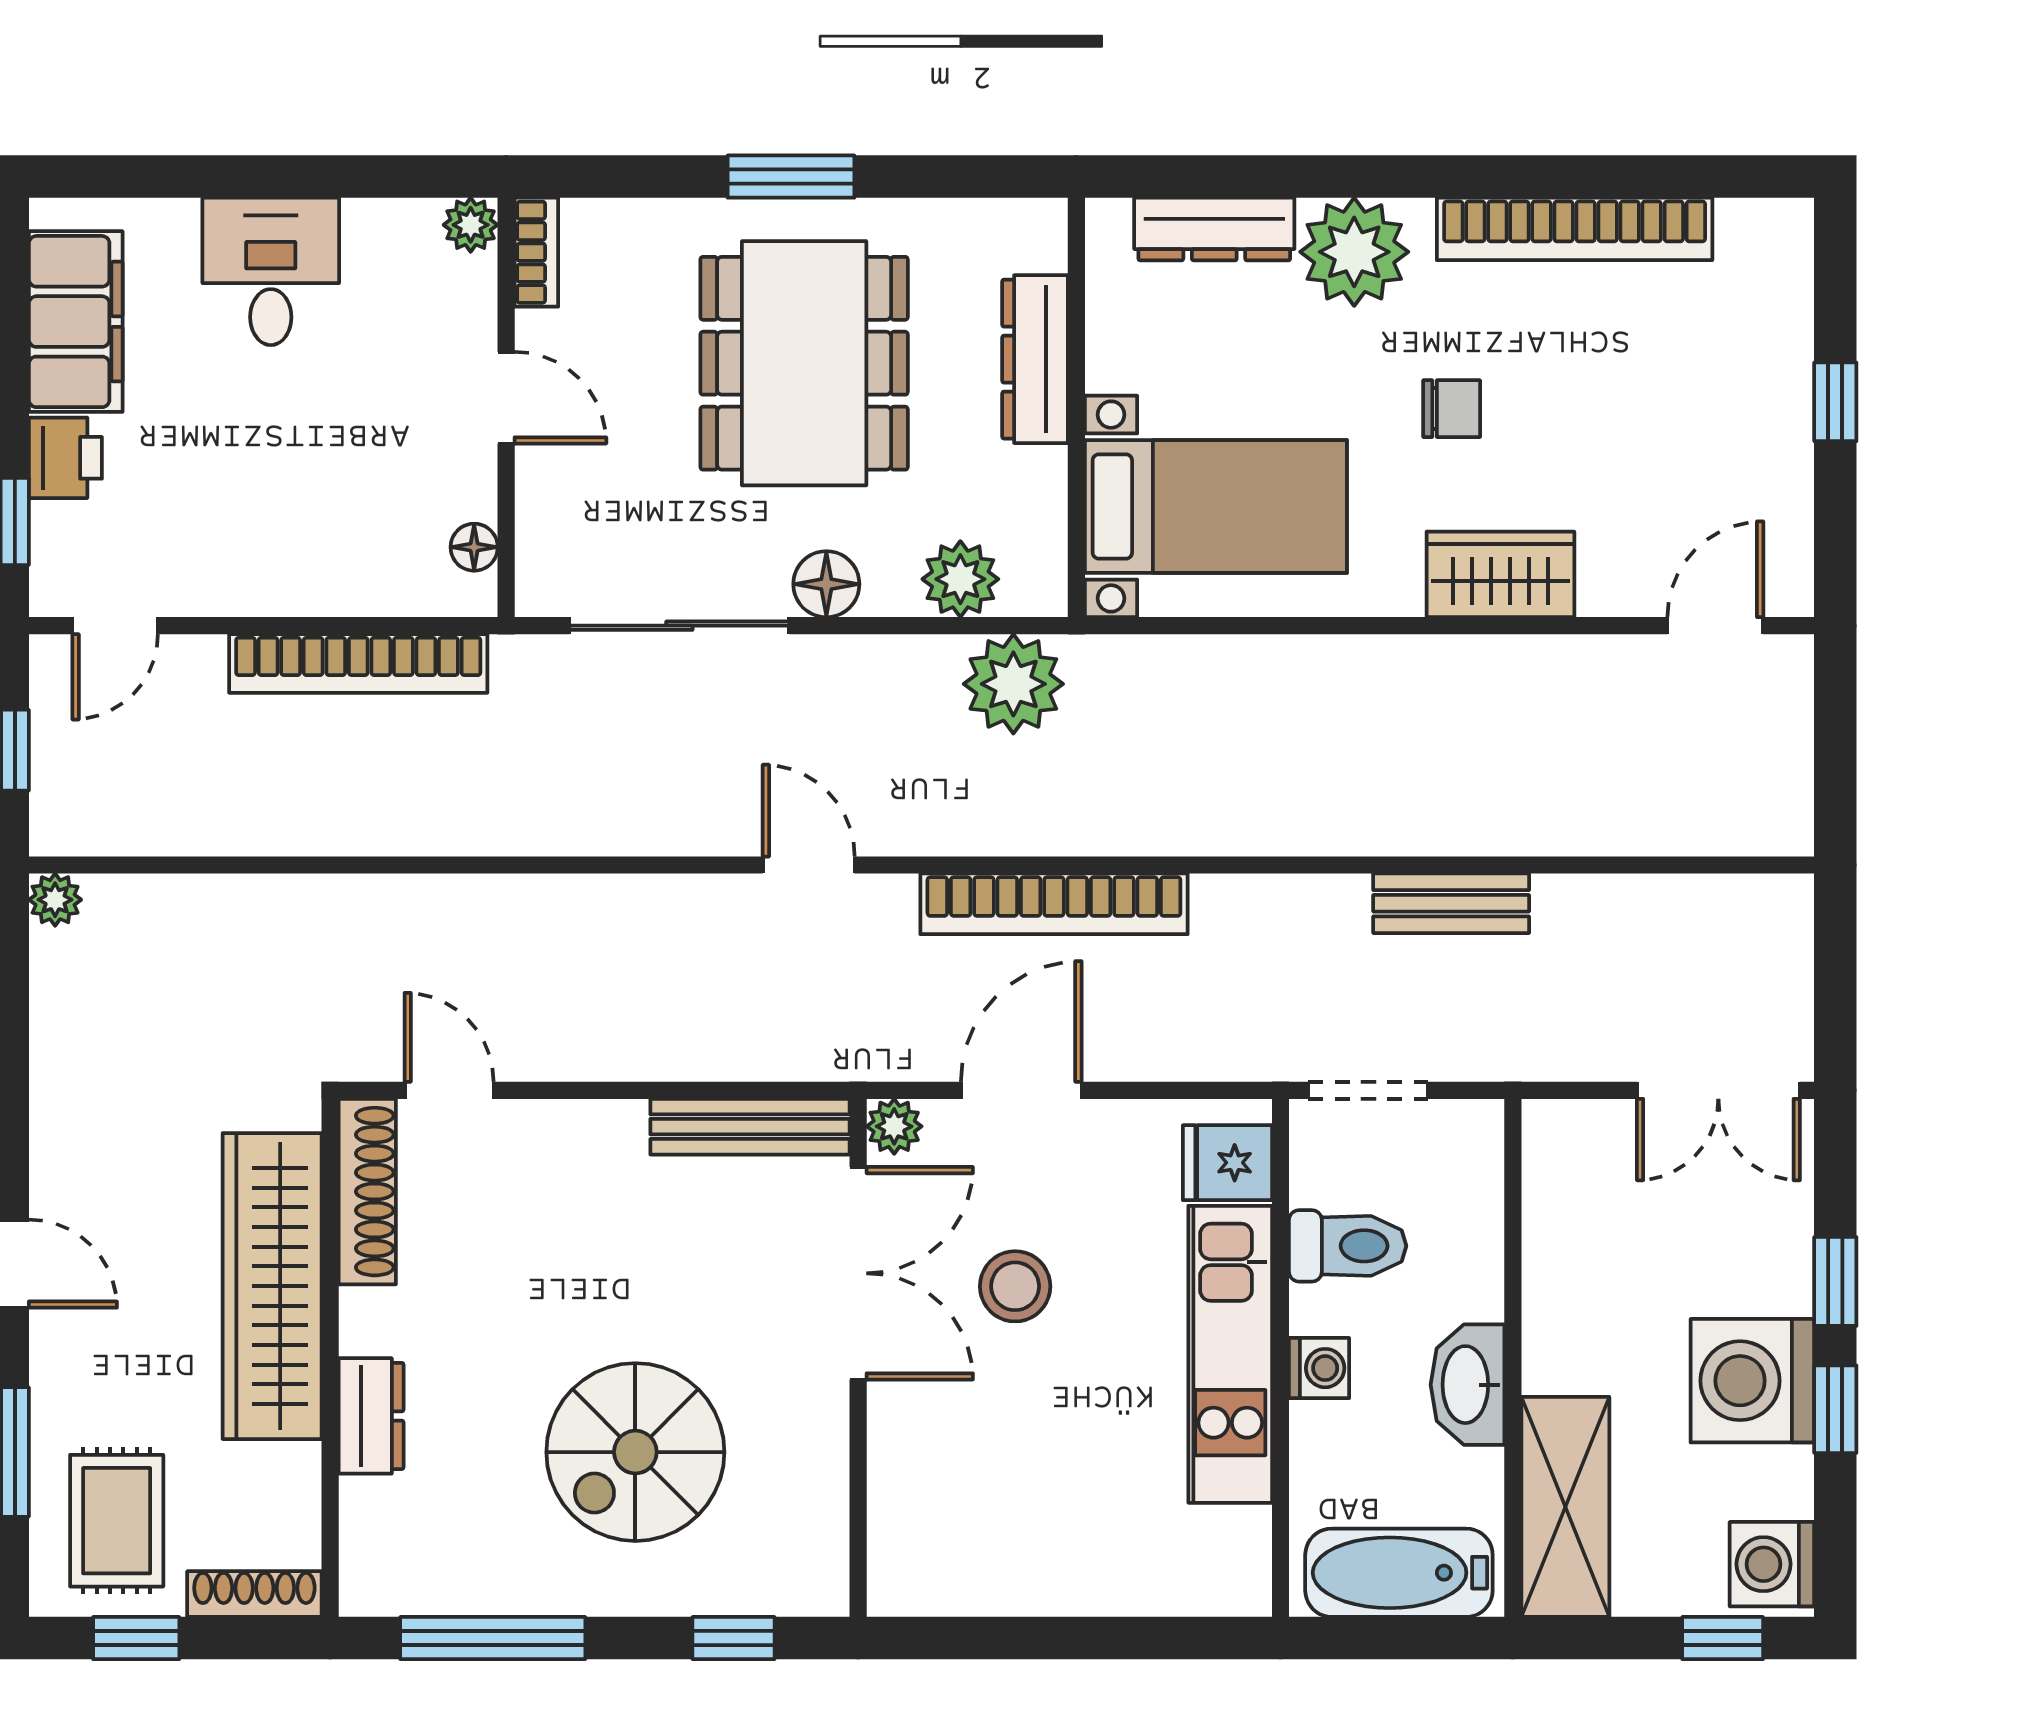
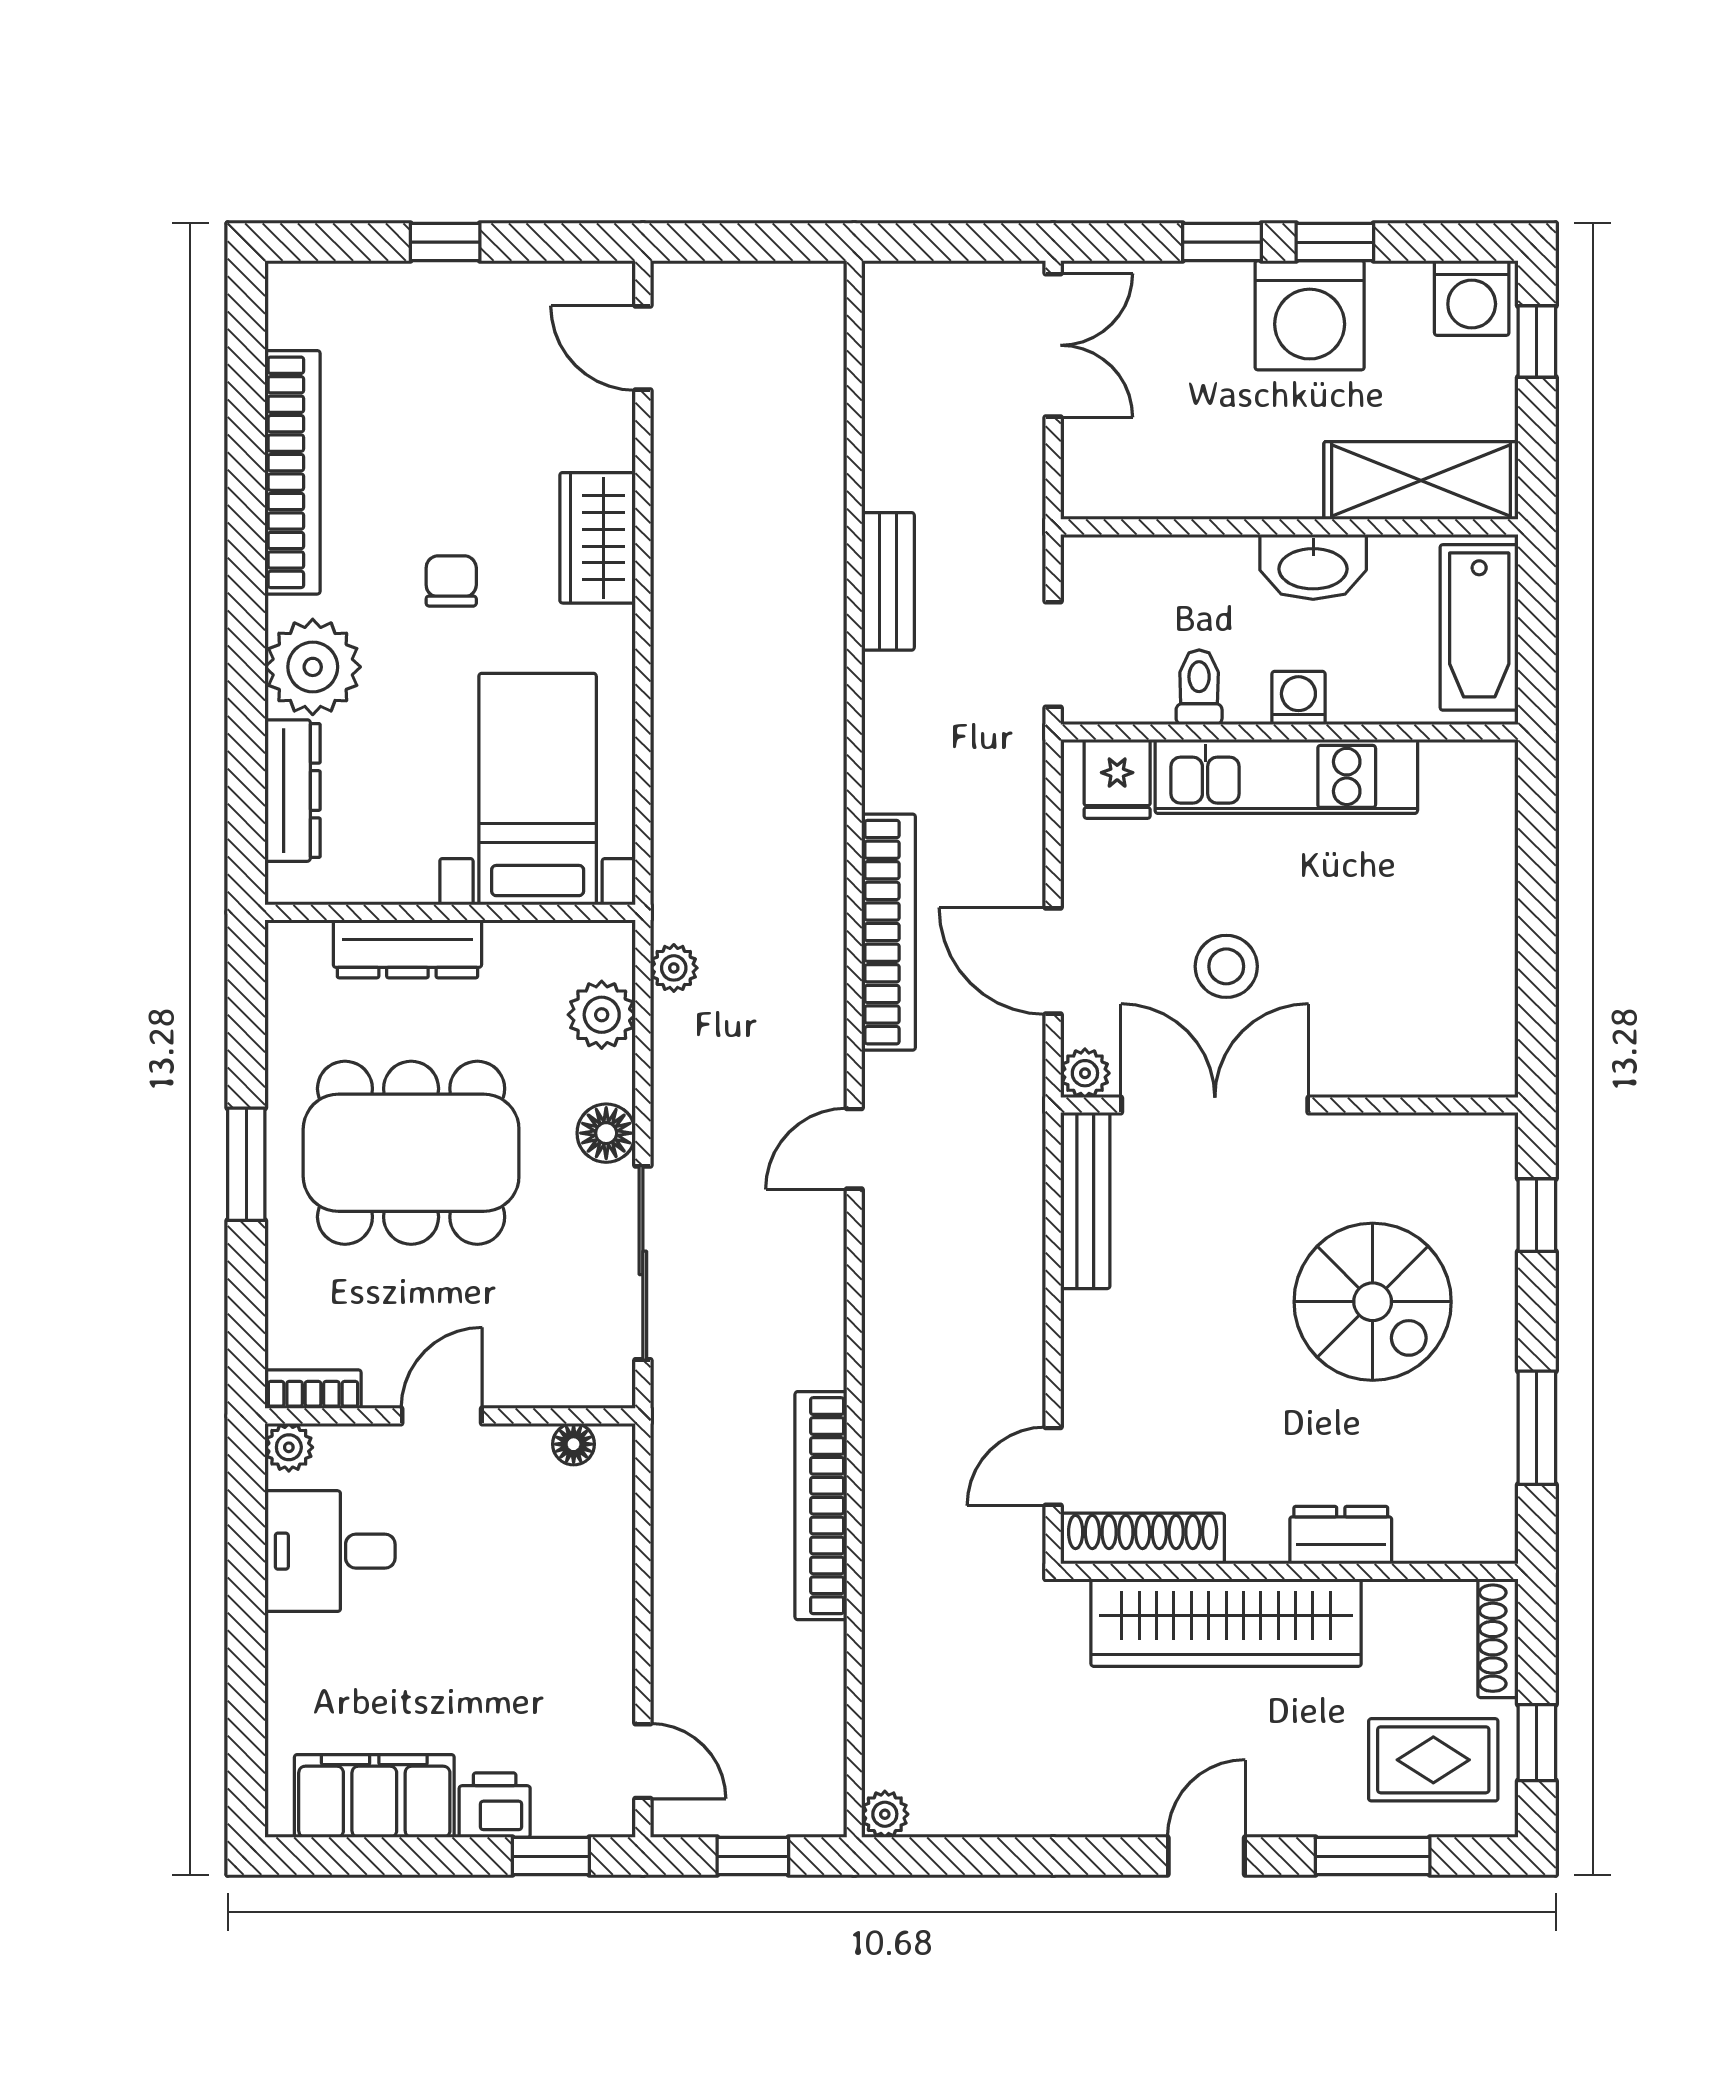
desk: (271, 271) -> (330, 1551), moved
bookcase: (358, 663) -> (821, 1506), moved, turned 180
plant: (1013, 684) -> (674, 968), width x0.53, depth x0.53
toilet: (1348, 1246) -> (1199, 687), width x0.73, depth x0.72
window: (493, 1638) -> (1537, 1428), width x0.69

